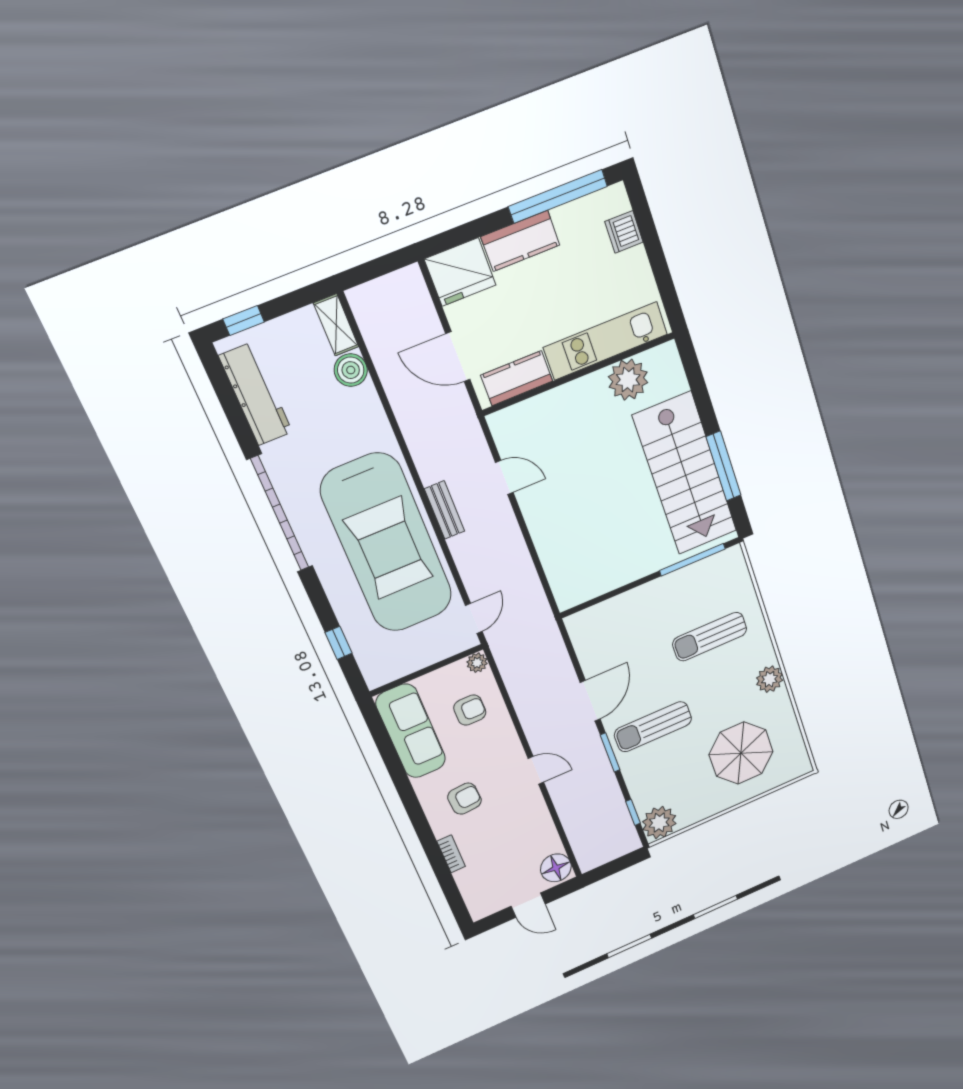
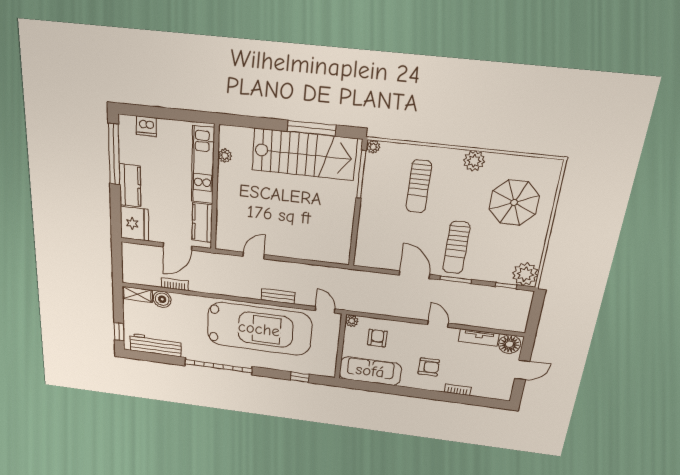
bookcase: (390, 380) -> (175, 284), added
plant: (628, 380) -> (225, 156), width x0.53, depth x0.53
bench: (445, 510) -> (278, 296), moved
plant: (734, 555) -> (373, 147), added
door: (536, 770) -> (438, 324), hinge flipped
armchair: (464, 799) -> (429, 367), turned 94
tv unit: (545, 828) -> (479, 337), added

